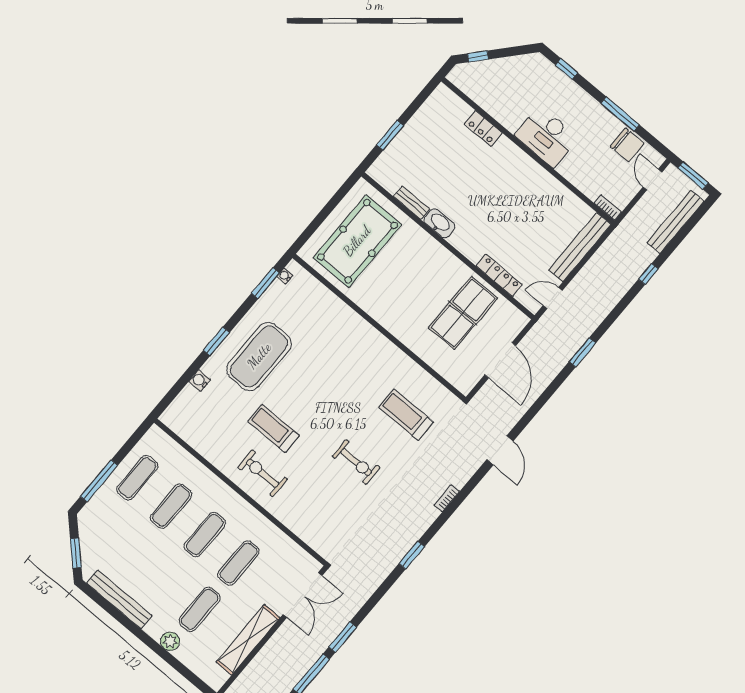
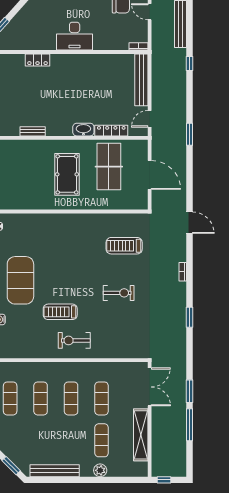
washbasin: (439, 223) -> (83, 130), moved
pool table: (357, 241) -> (67, 174), moved, width x0.73, depth x0.76

